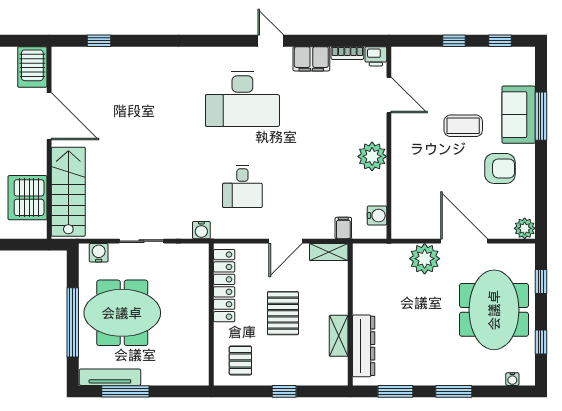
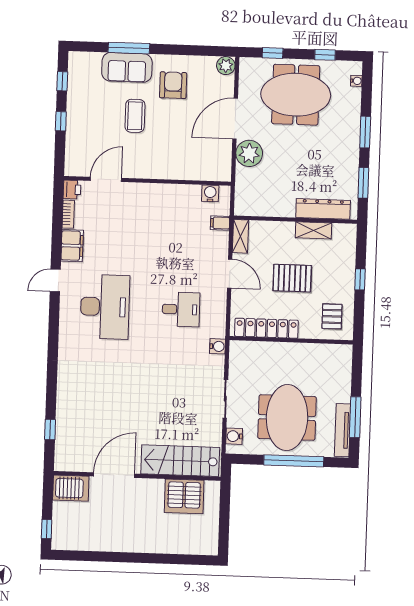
plant: (372, 156) -> (159, 196), removed
pallet: (240, 360) -> (332, 316), turned 90

